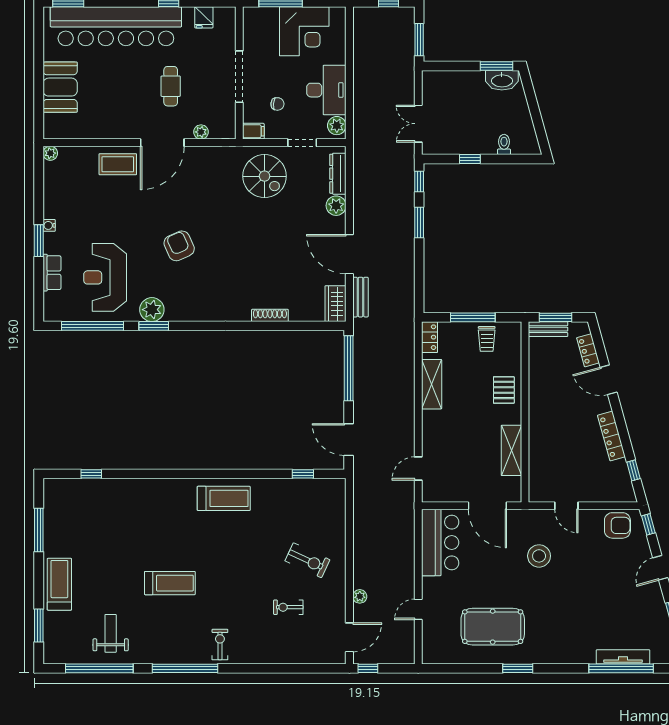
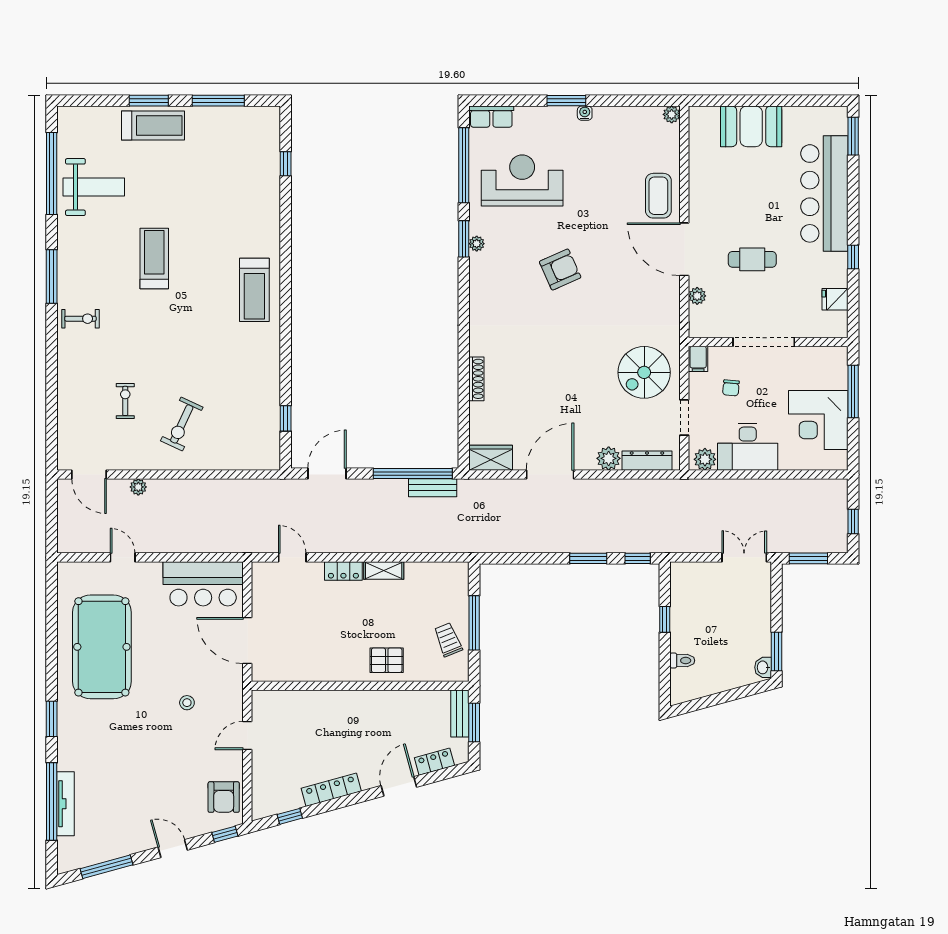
bar counter: (116, 26) -> (824, 193), width x0.73
washbasin: (502, 80) -> (763, 667), width x0.52, depth x0.69
double door: (418, 124) -> (744, 557), moved
row of seats: (52, 273) -> (491, 117), moved
bench: (360, 297) -> (433, 488), moved
plant: (152, 310) -> (477, 244), width x0.53, depth x0.53
locker: (430, 337) -> (343, 571), moved
trolley: (487, 339) -> (448, 640), turned 68
shelving: (432, 384) -> (384, 570), width x0.67, depth x0.75
shelving: (511, 450) -> (314, 669), removed
treadmill: (224, 498) -> (254, 290), moved
door: (487, 506) -> (247, 641), hinge flipped
stool: (539, 556) -> (187, 703), width x0.53, depth x0.53
treadmill: (170, 583) -> (154, 258), turned 180
window: (39, 625) -> (149, 101), moved
pool table: (493, 627) -> (102, 647), width x1.36, depth x1.32
weight bench: (111, 633) -> (94, 187), width x1.36, depth x1.33
window: (185, 668) -> (52, 277), width x0.68
window: (368, 668) -> (52, 497), removed
window: (518, 668) -> (52, 719), moved

